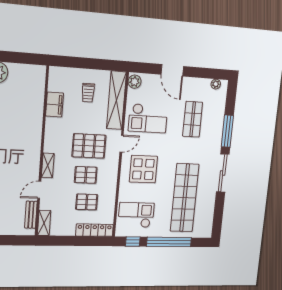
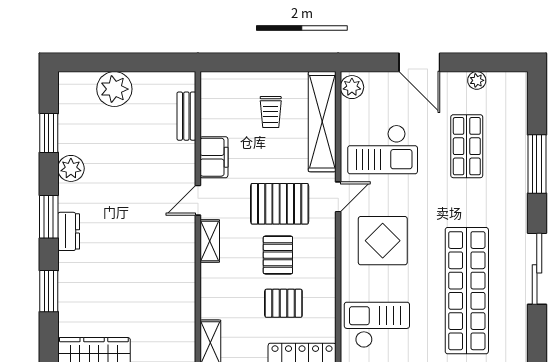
plant: (216, 84) -> (477, 80), moved
filing cabinet: (55, 104) -> (214, 157), moved
sliding door: (223, 173) -> (537, 269), moved
pallet: (86, 175) -> (278, 255), turned 90
door: (39, 190) -> (198, 200), moved
bench: (31, 215) -> (186, 116), moved

